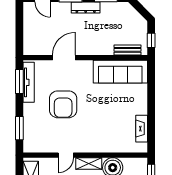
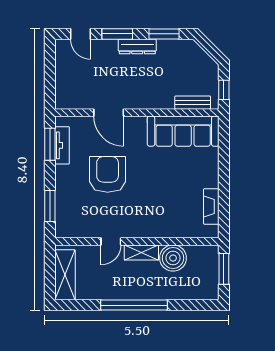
door: (64, 58) -> (109, 113), swing flipped
tv unit: (29, 82) -> (62, 145), width x0.71
armchair: (63, 104) -> (108, 174), turned 180

